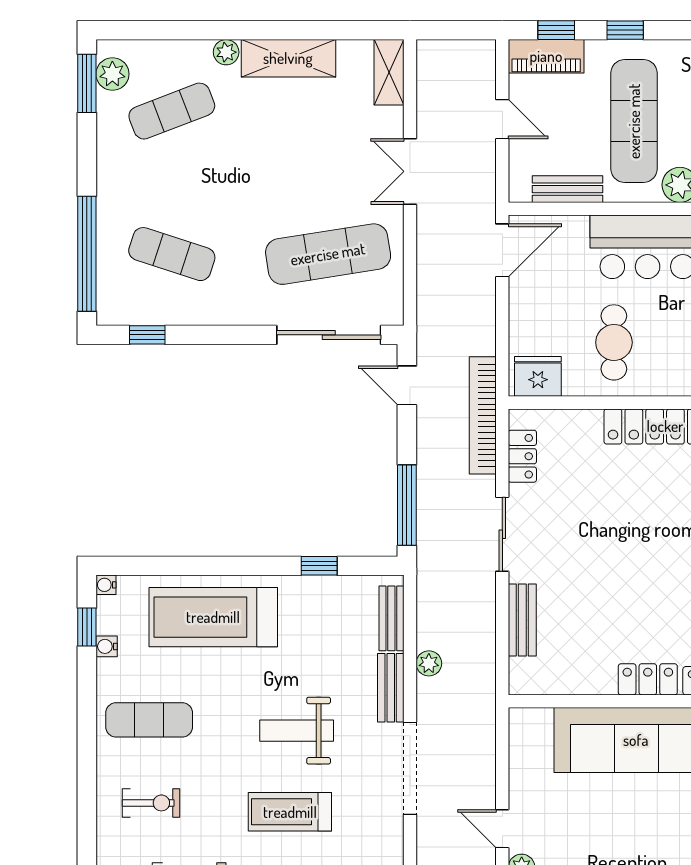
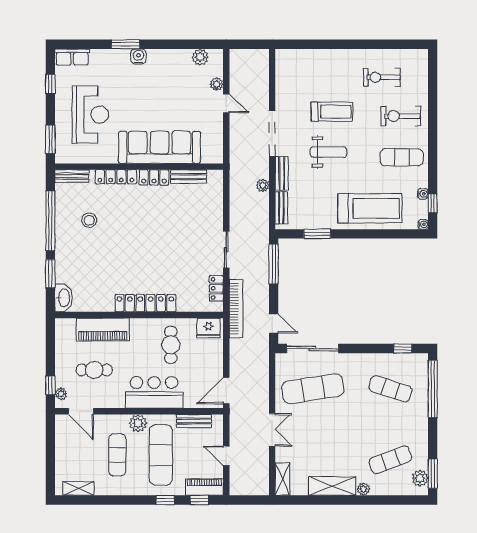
window: (319, 566) -> (317, 234), width x1.50
bench: (522, 620) -> (189, 177), moved, turned 90
exercise bike: (151, 803) -> (401, 116), width x1.38, depth x1.39

